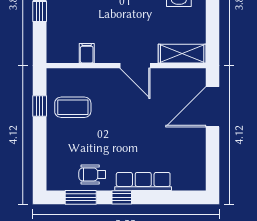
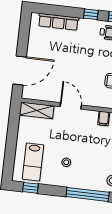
row of seats: (143, 181) -> (58, 22), moved

